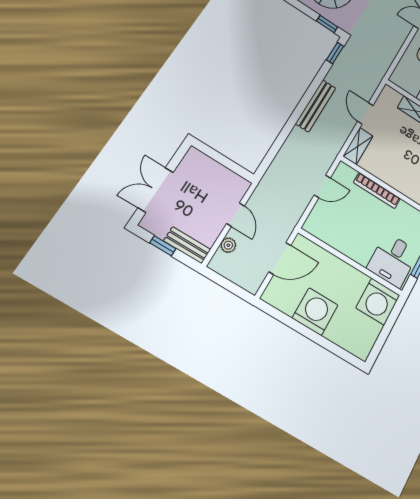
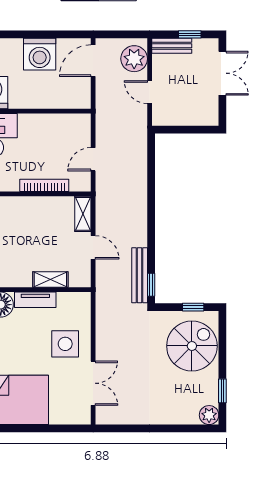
window: (327, 24) -> (193, 307), moved
bench: (316, 106) -> (140, 275), moved
plant: (228, 245) -> (134, 59), width x1.87, depth x1.87
door: (280, 258) -> (93, 61), moved

